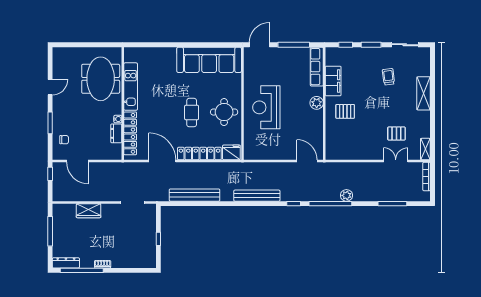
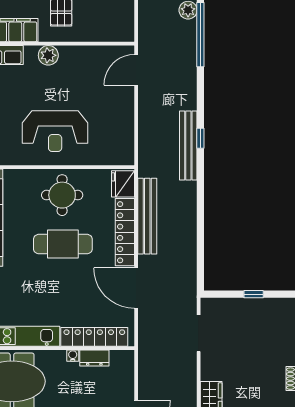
cafe table: (192, 113) -> (63, 244), width x1.37, depth x1.35
door: (162, 161) -> (136, 288), hinge flipped
bench: (195, 195) -> (147, 216), moved
window: (294, 204) -> (200, 138), moved

